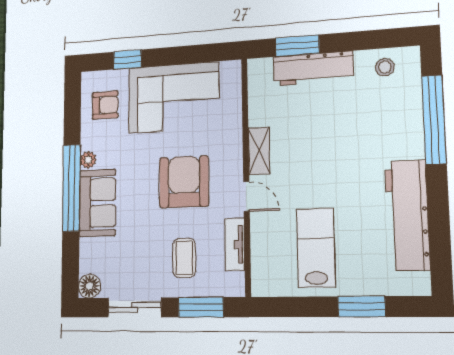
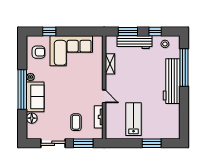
window: (360, 41) -> (155, 32), added
shelving: (259, 151) -> (110, 64), moved
armchair: (184, 182) -> (76, 89), removed
workbench: (407, 215) -> (172, 81), moved
floor lamp: (90, 286) -> (32, 118), moved

